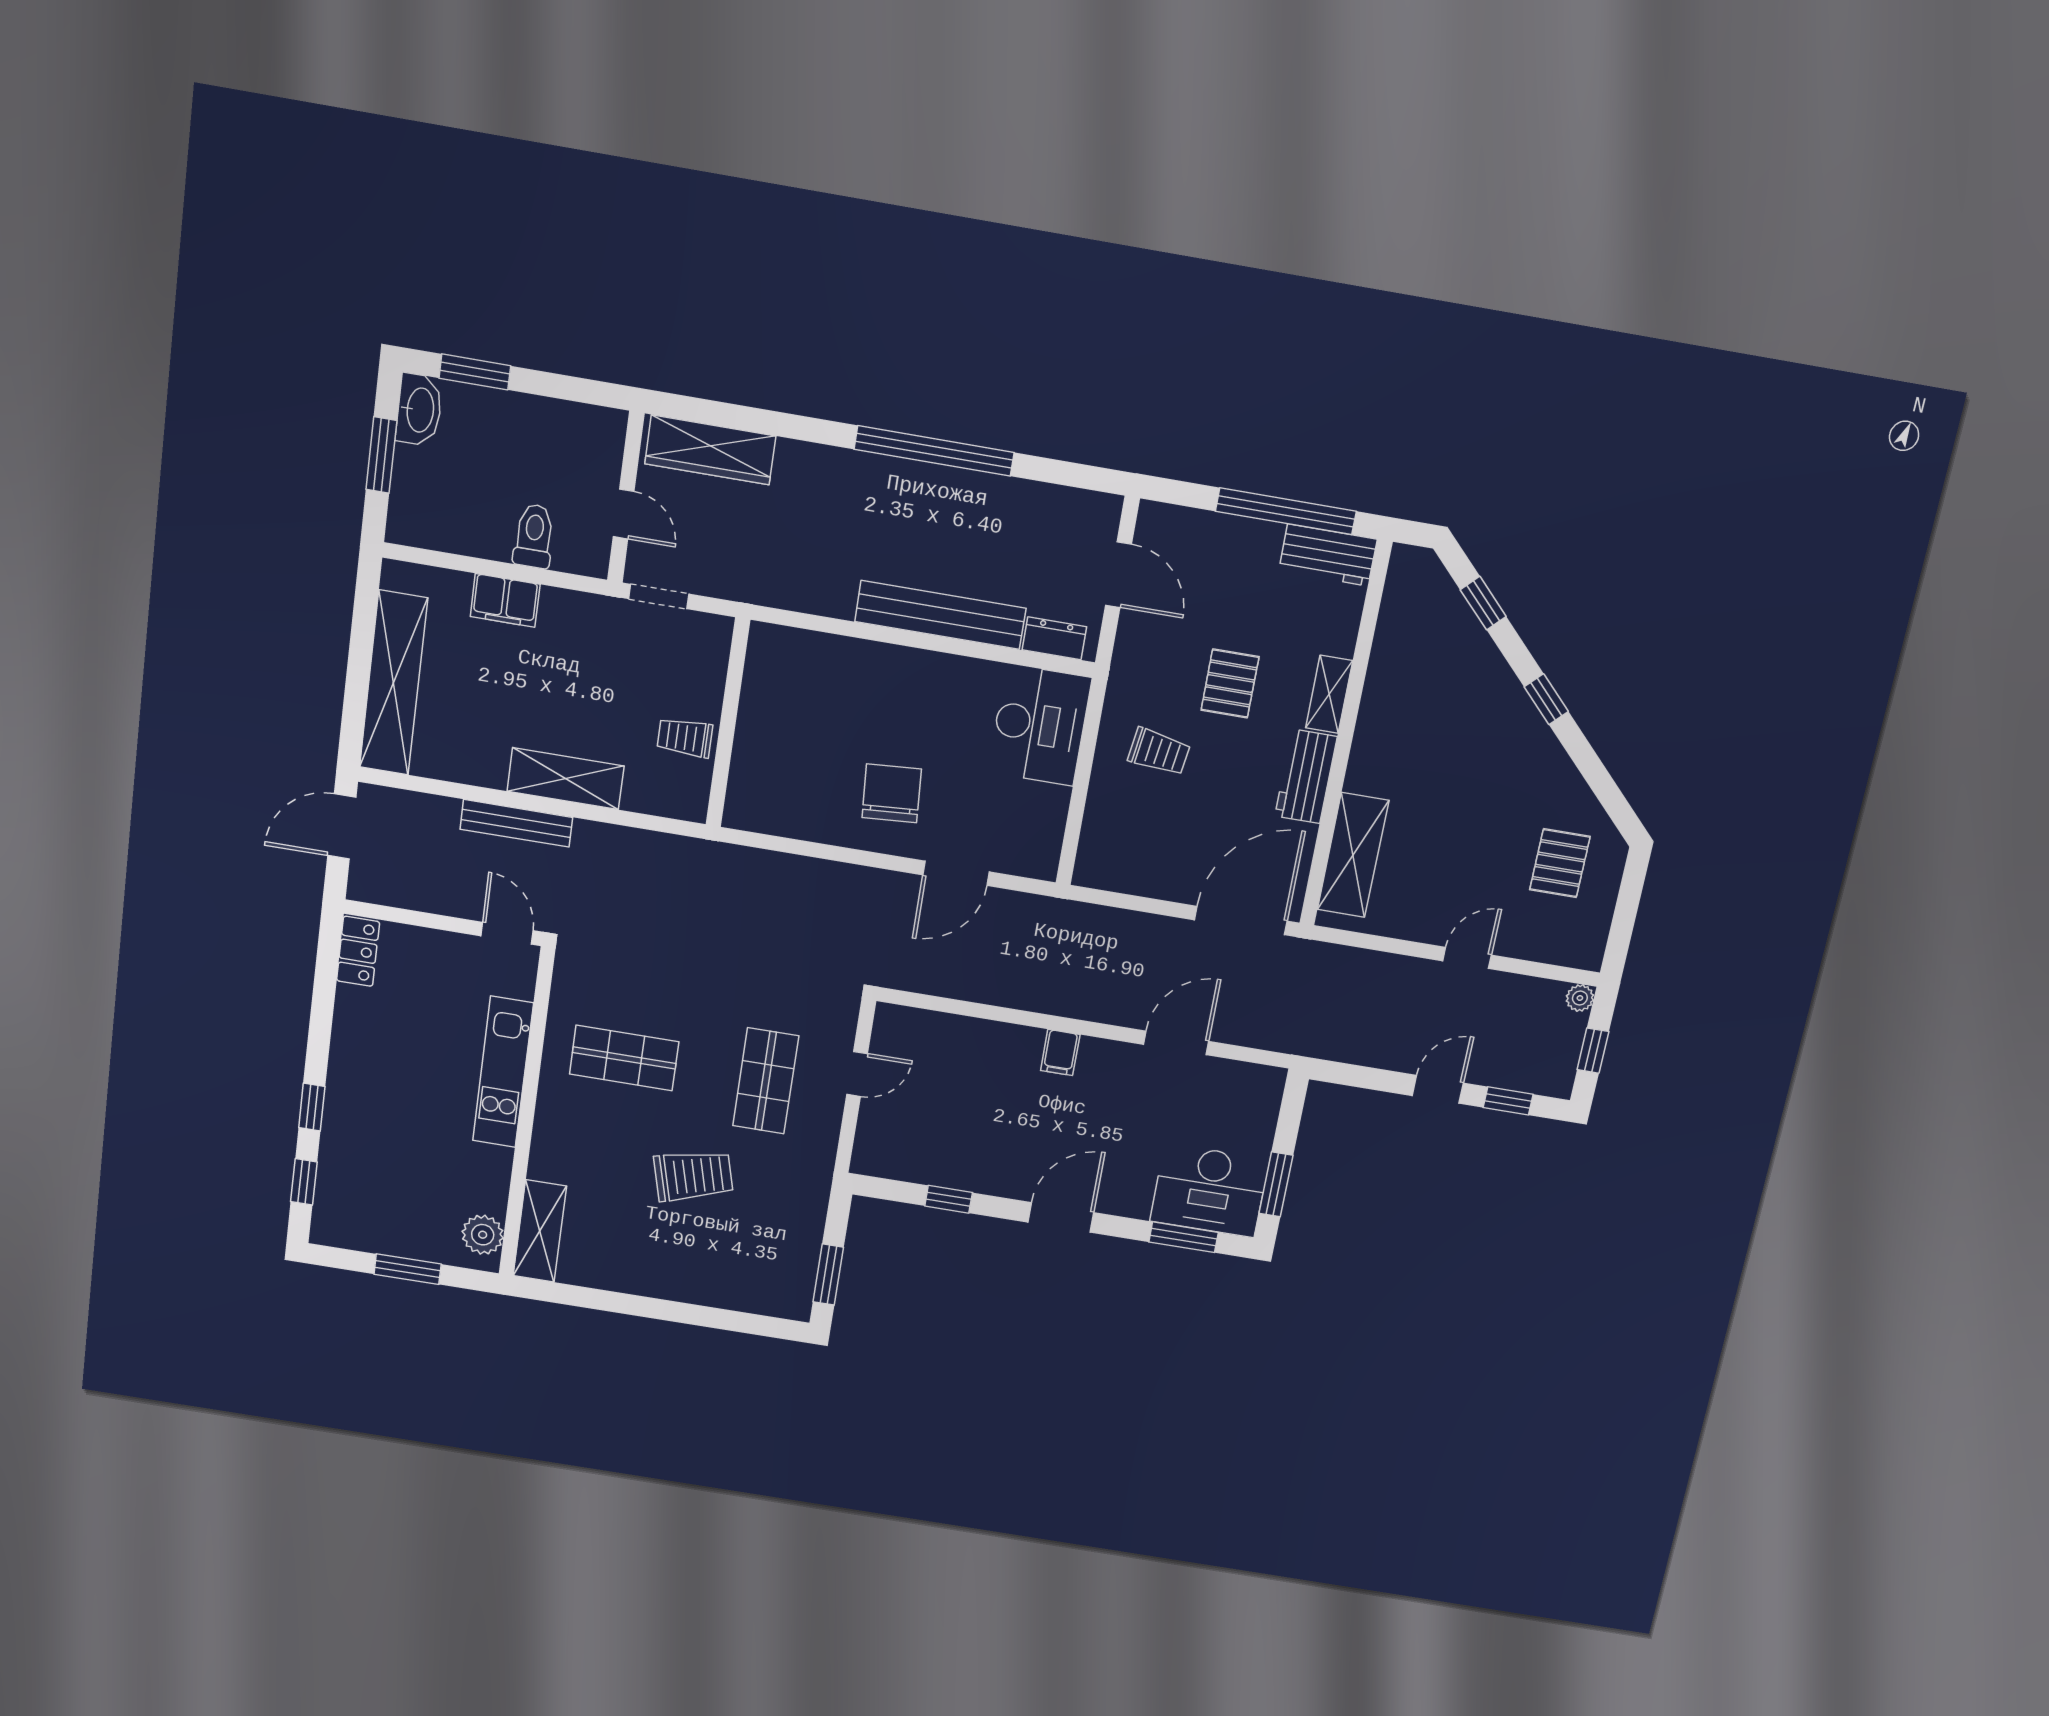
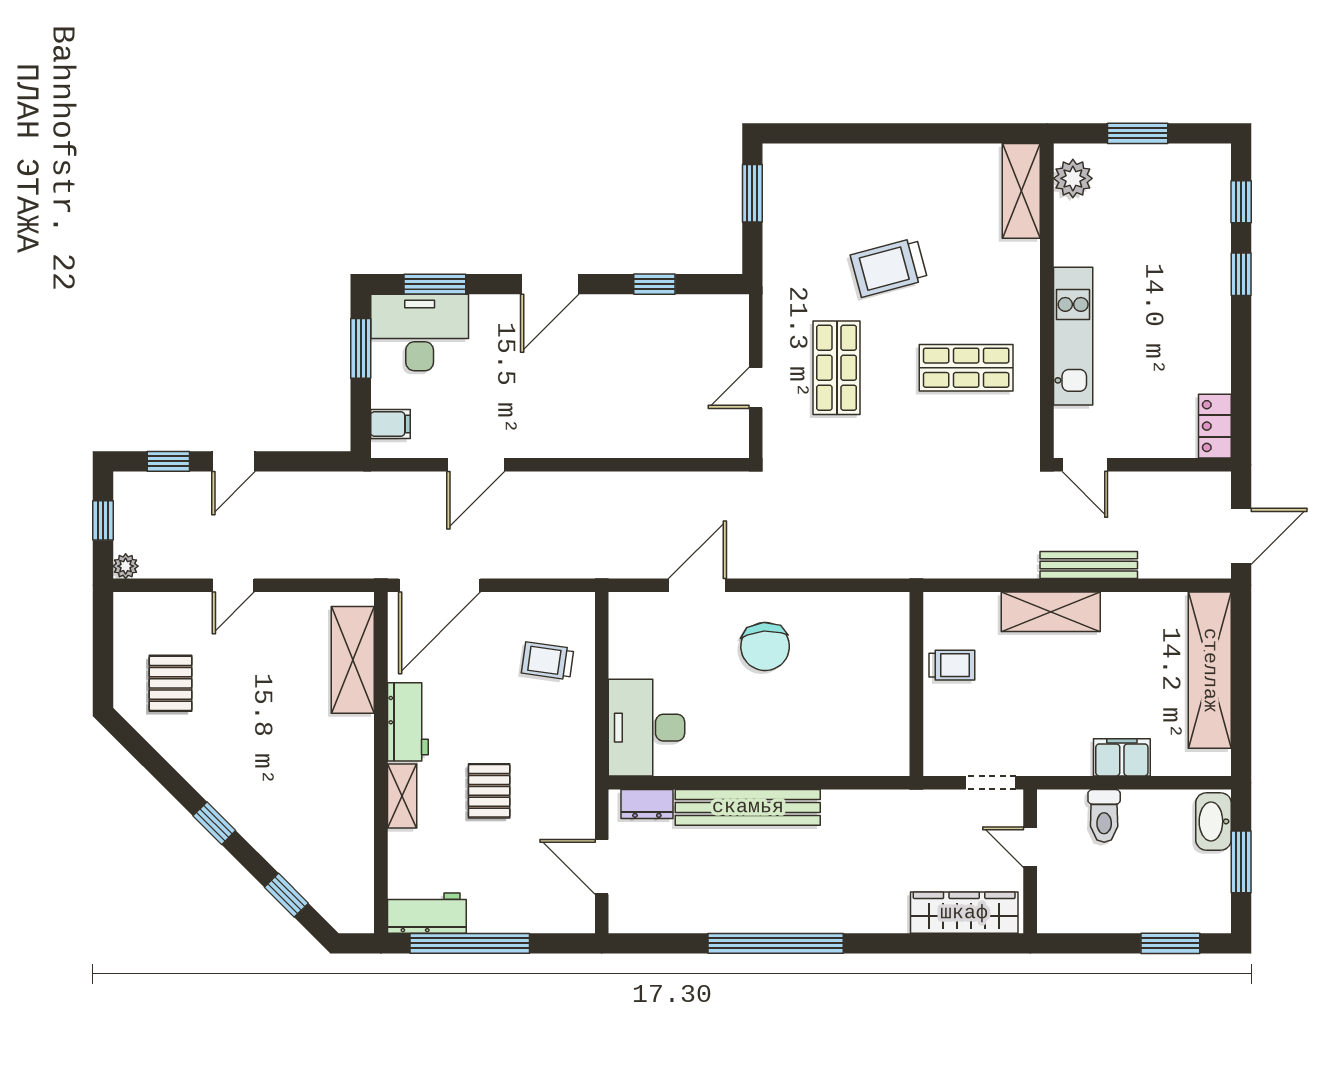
washbasin: (419, 410) -> (1213, 821), moved
trolley: (1159, 752) -> (548, 661), moved
filing cabinet: (1060, 1052) -> (390, 424), moved, turned 90

